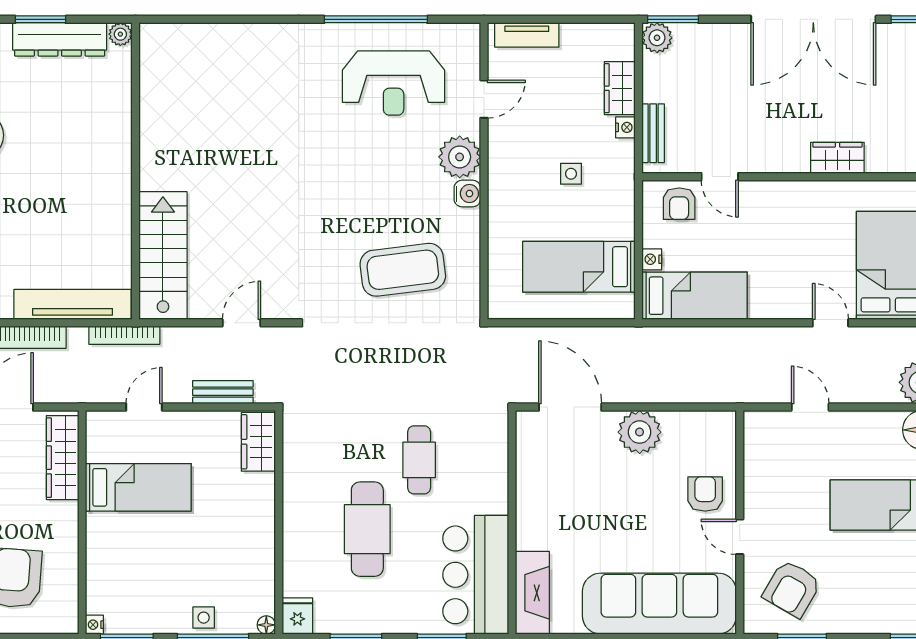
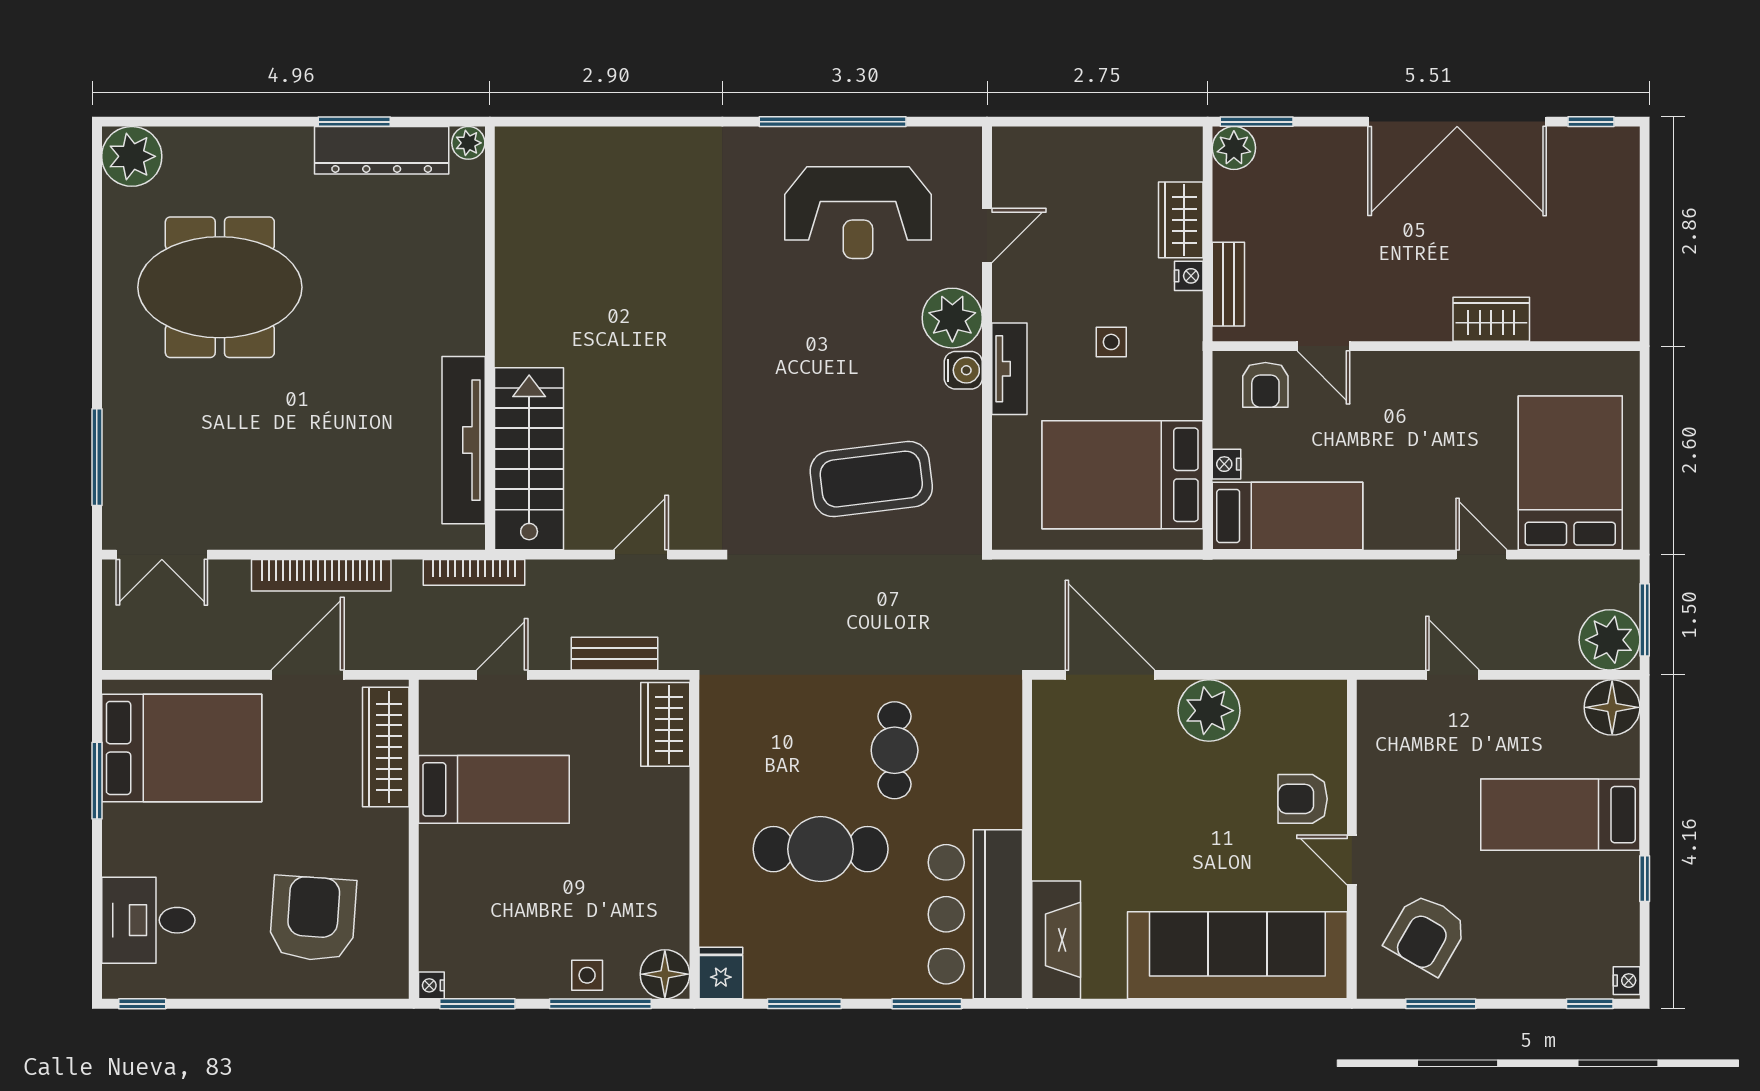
tv unit: (527, 35) -> (1009, 369), moved, turned -90
bed: (579, 267) -> (1122, 475), width x1.50
tv unit: (72, 304) -> (464, 440), moved, turned -90
armchair: (705, 494) -> (1303, 799), turned -90
cafe table: (367, 529) -> (821, 849), turned 90
floor lamp: (266, 625) -> (665, 974), width x1.89, depth x1.89

